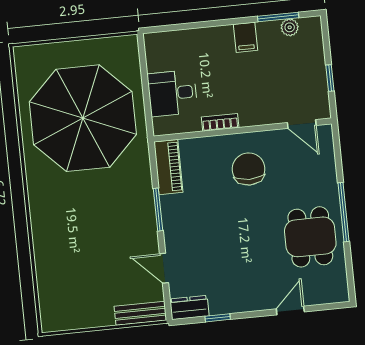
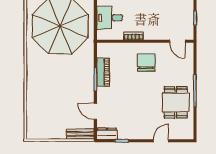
piano: (168, 167) -> (103, 72), moved

